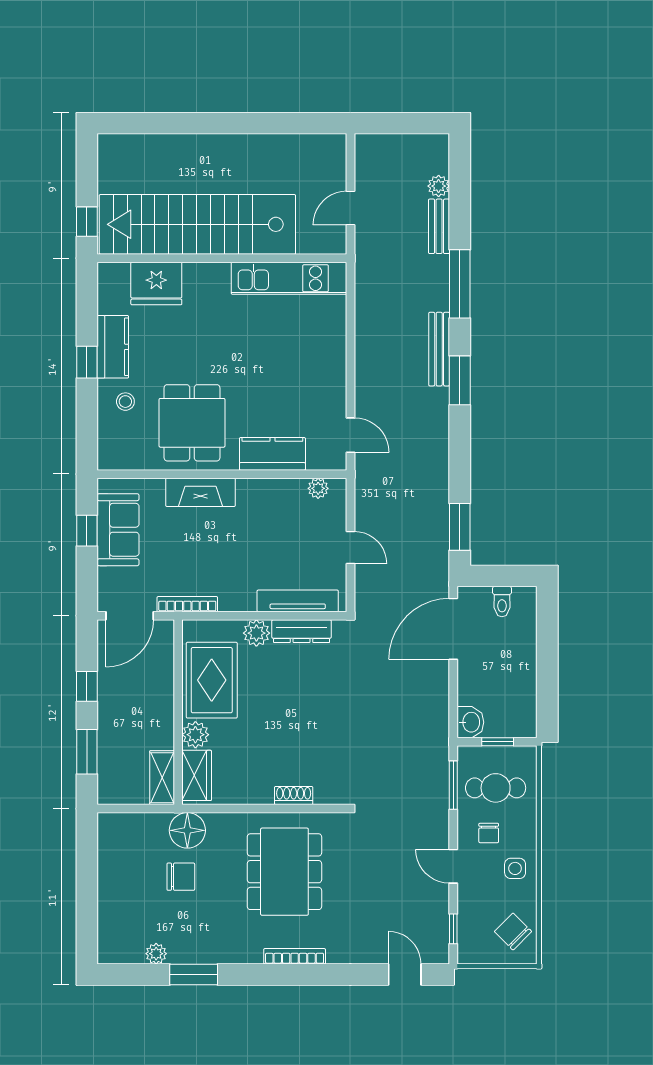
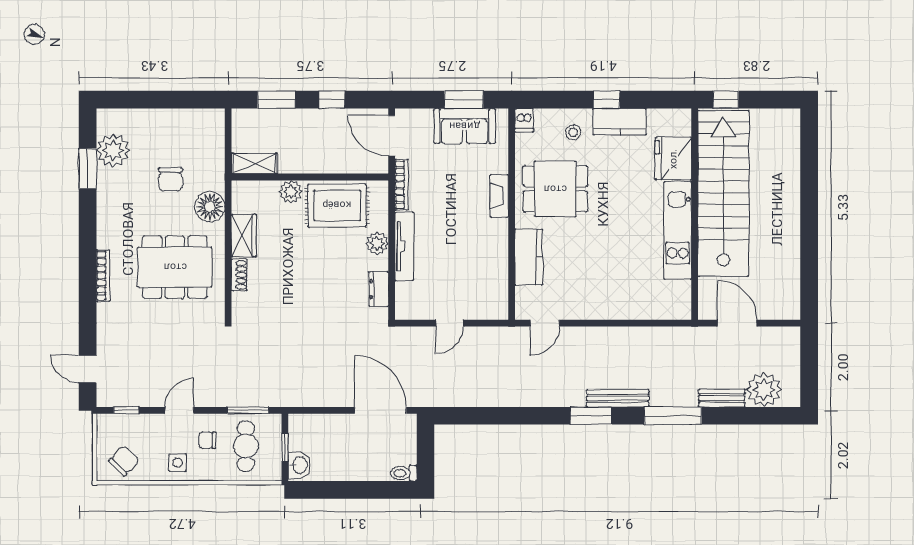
plant: (439, 186) -> (764, 390), width x1.88, depth x1.88
door: (350, 208) -> (737, 323), width x1.38
kitchen unit: (289, 278) -> (678, 231), moved
dishwasher: (111, 460) -> (524, 120), added
plant: (318, 488) -> (500, 296), removed
fireplace: (201, 492) -> (499, 196), width x0.73, depth x0.76
window: (460, 527) -> (467, 416), removed
window: (87, 531) -> (464, 100), width x1.50
tv unit: (298, 601) -> (404, 246), moved
toilet: (502, 601) -> (404, 473), moved
dresser: (302, 631) -> (379, 289), width x0.70
washbasin: (470, 722) -> (299, 465), moved, turned -90
wardrobe: (197, 775) -> (244, 236), moved, turned -90
floor lamp: (187, 830) -> (210, 207), moved
plant: (156, 954) -> (113, 151), width x1.87, depth x1.87
window: (194, 974) -> (88, 169), moved
door: (405, 974) -> (88, 369), swing flipped

